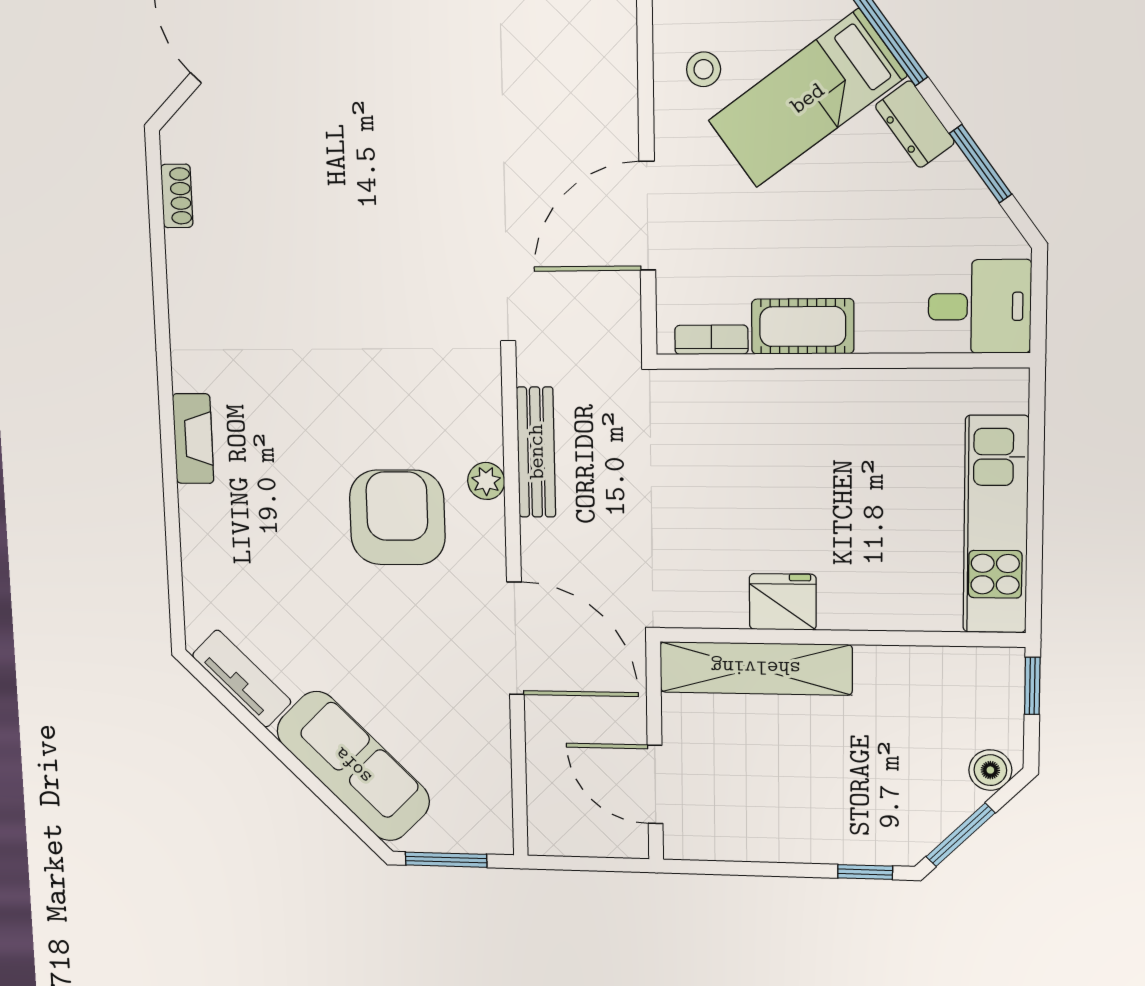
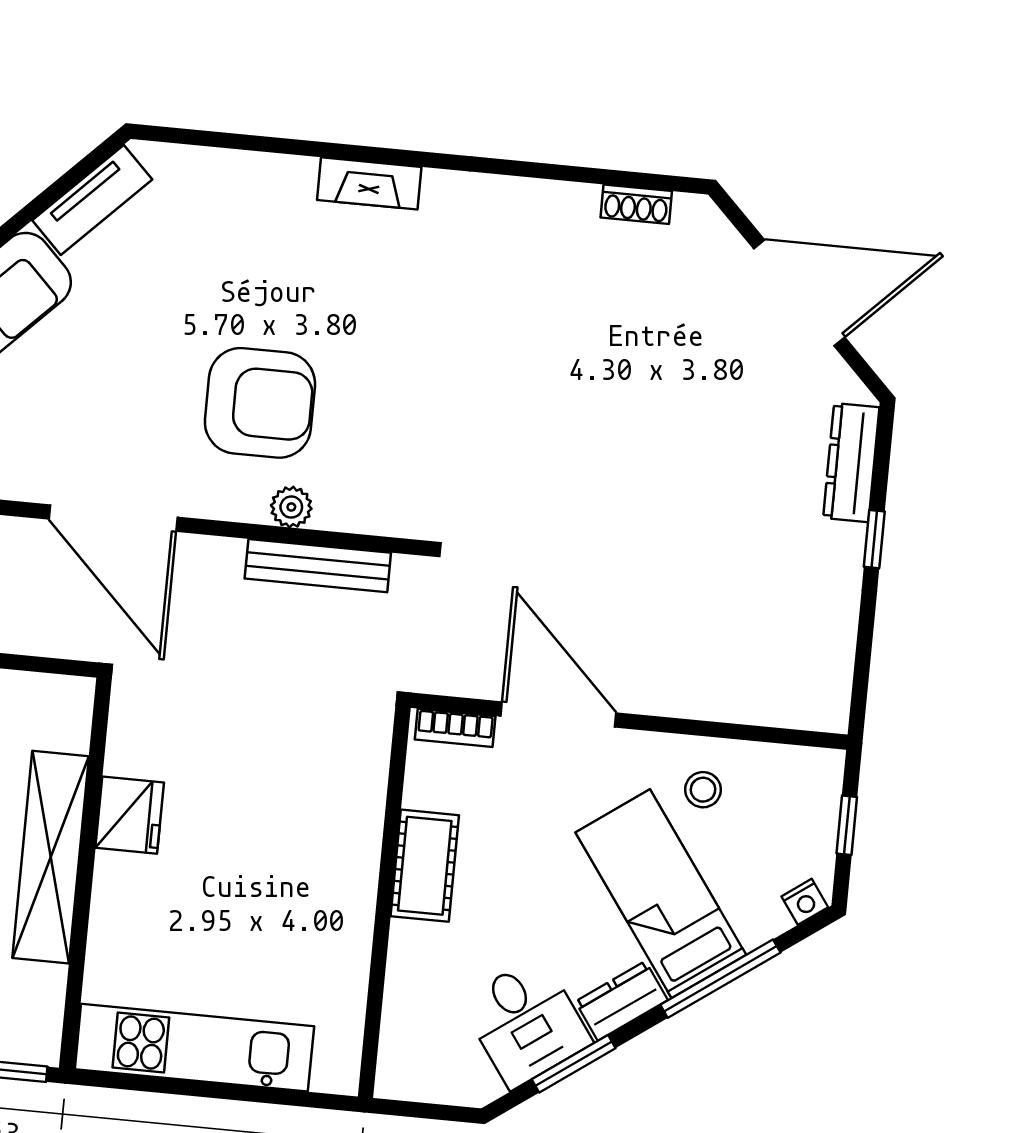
desk: (980, 307) -> (526, 1022), moved, turned -36
bookcase: (711, 340) -> (455, 728), moved, turned 90
door: (515, 638) -> (113, 518), hinge flipped
shelving: (756, 668) -> (51, 857), moved

